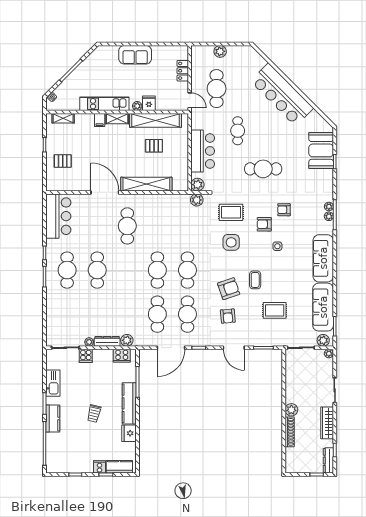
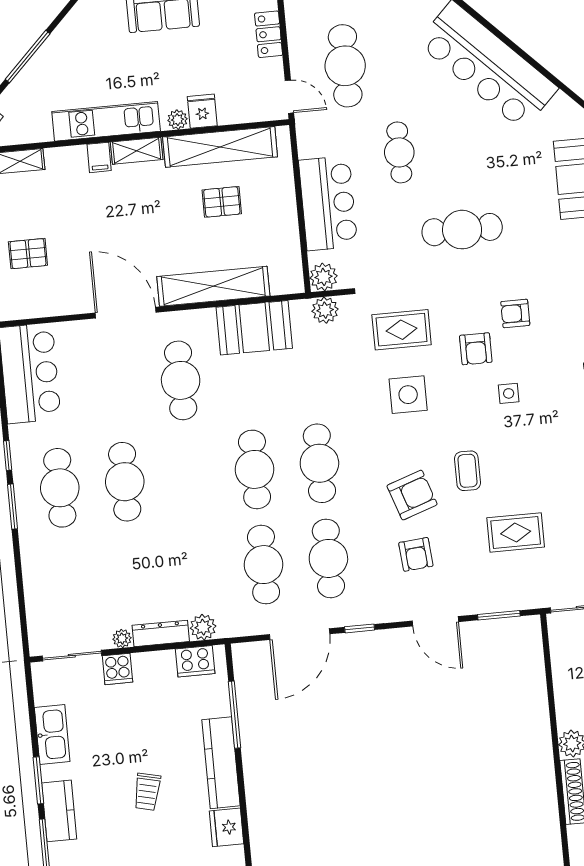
booth: (163, 205) -> (254, 328), added
armchair: (264, 224) -> (476, 349), turned -90

